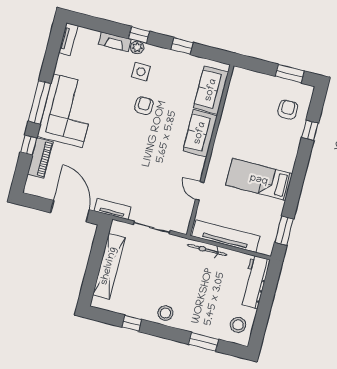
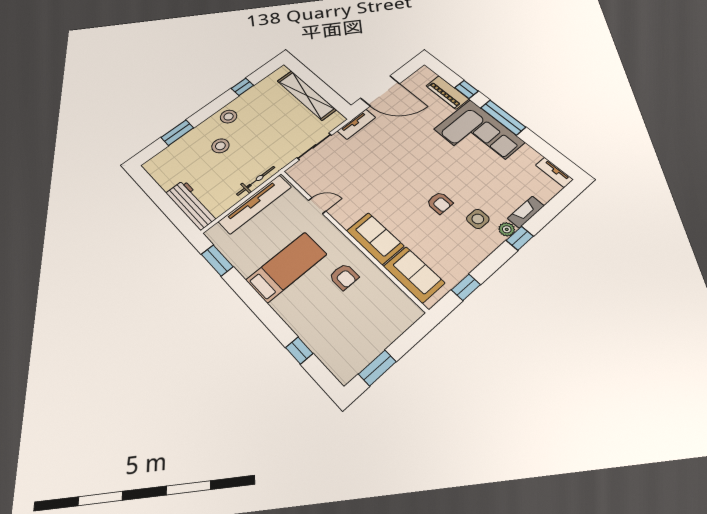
window: (182, 46) -> (466, 287), moved
armchair: (288, 110) -> (344, 277), moved
stool: (238, 325) -> (220, 146), moved

